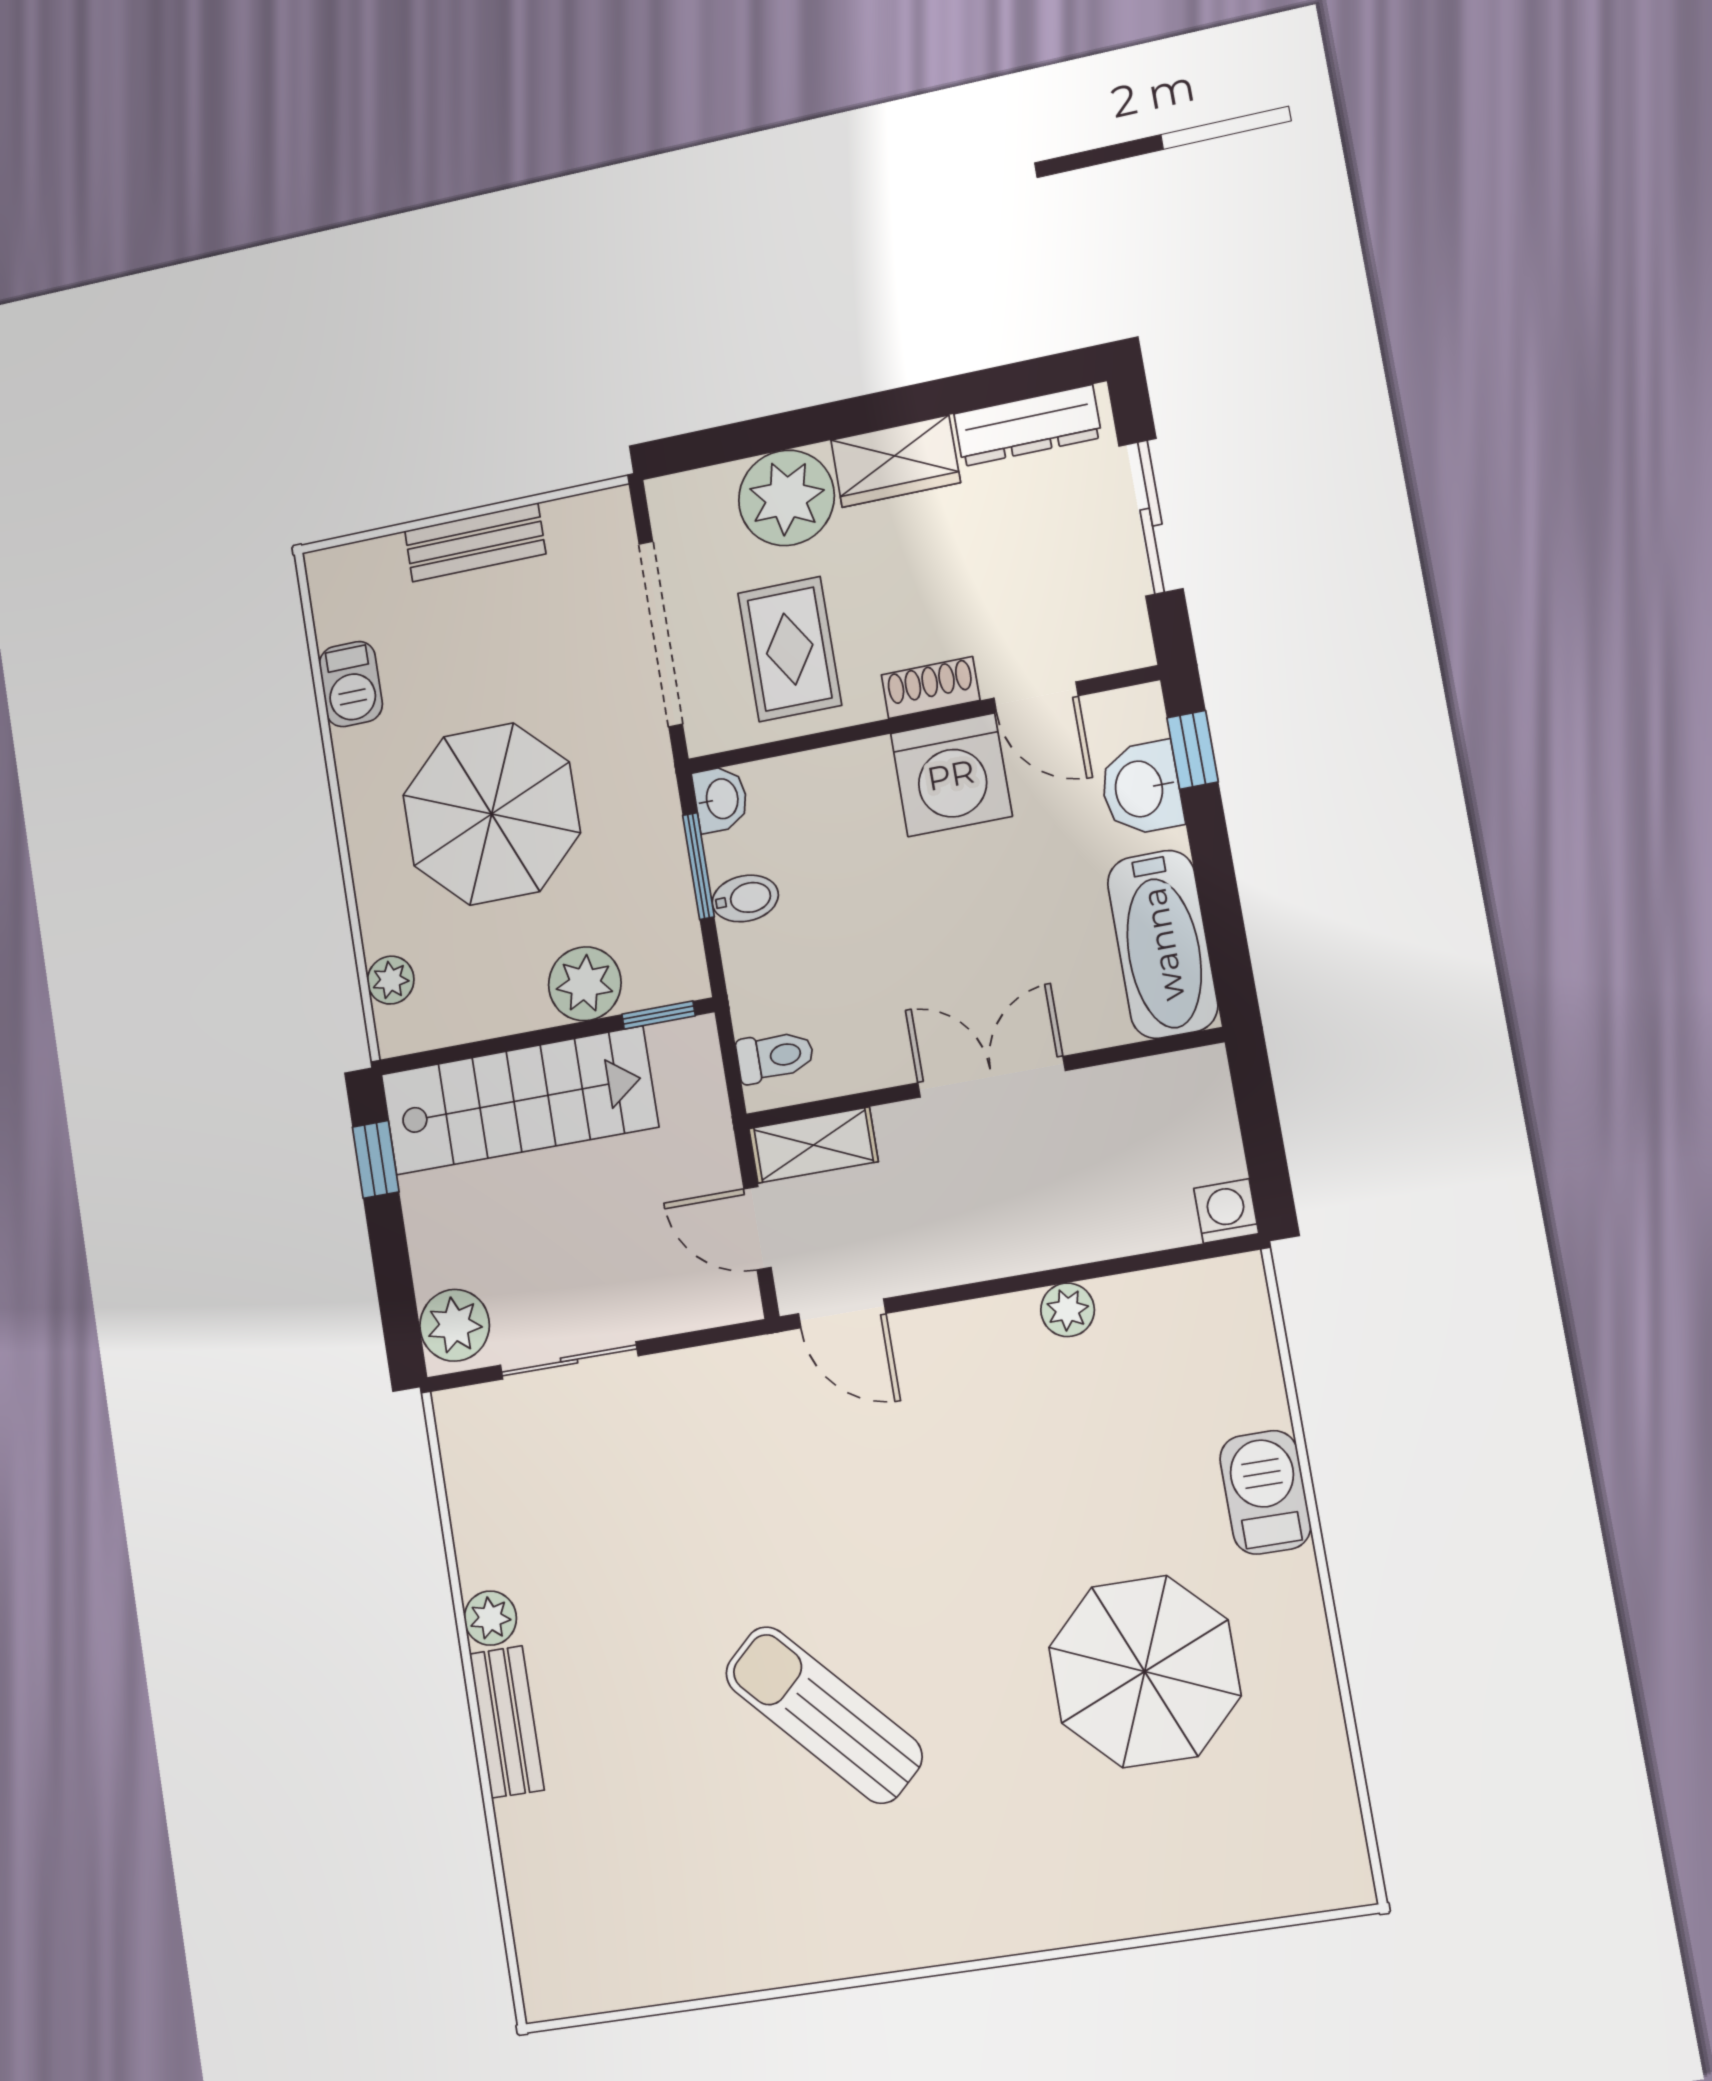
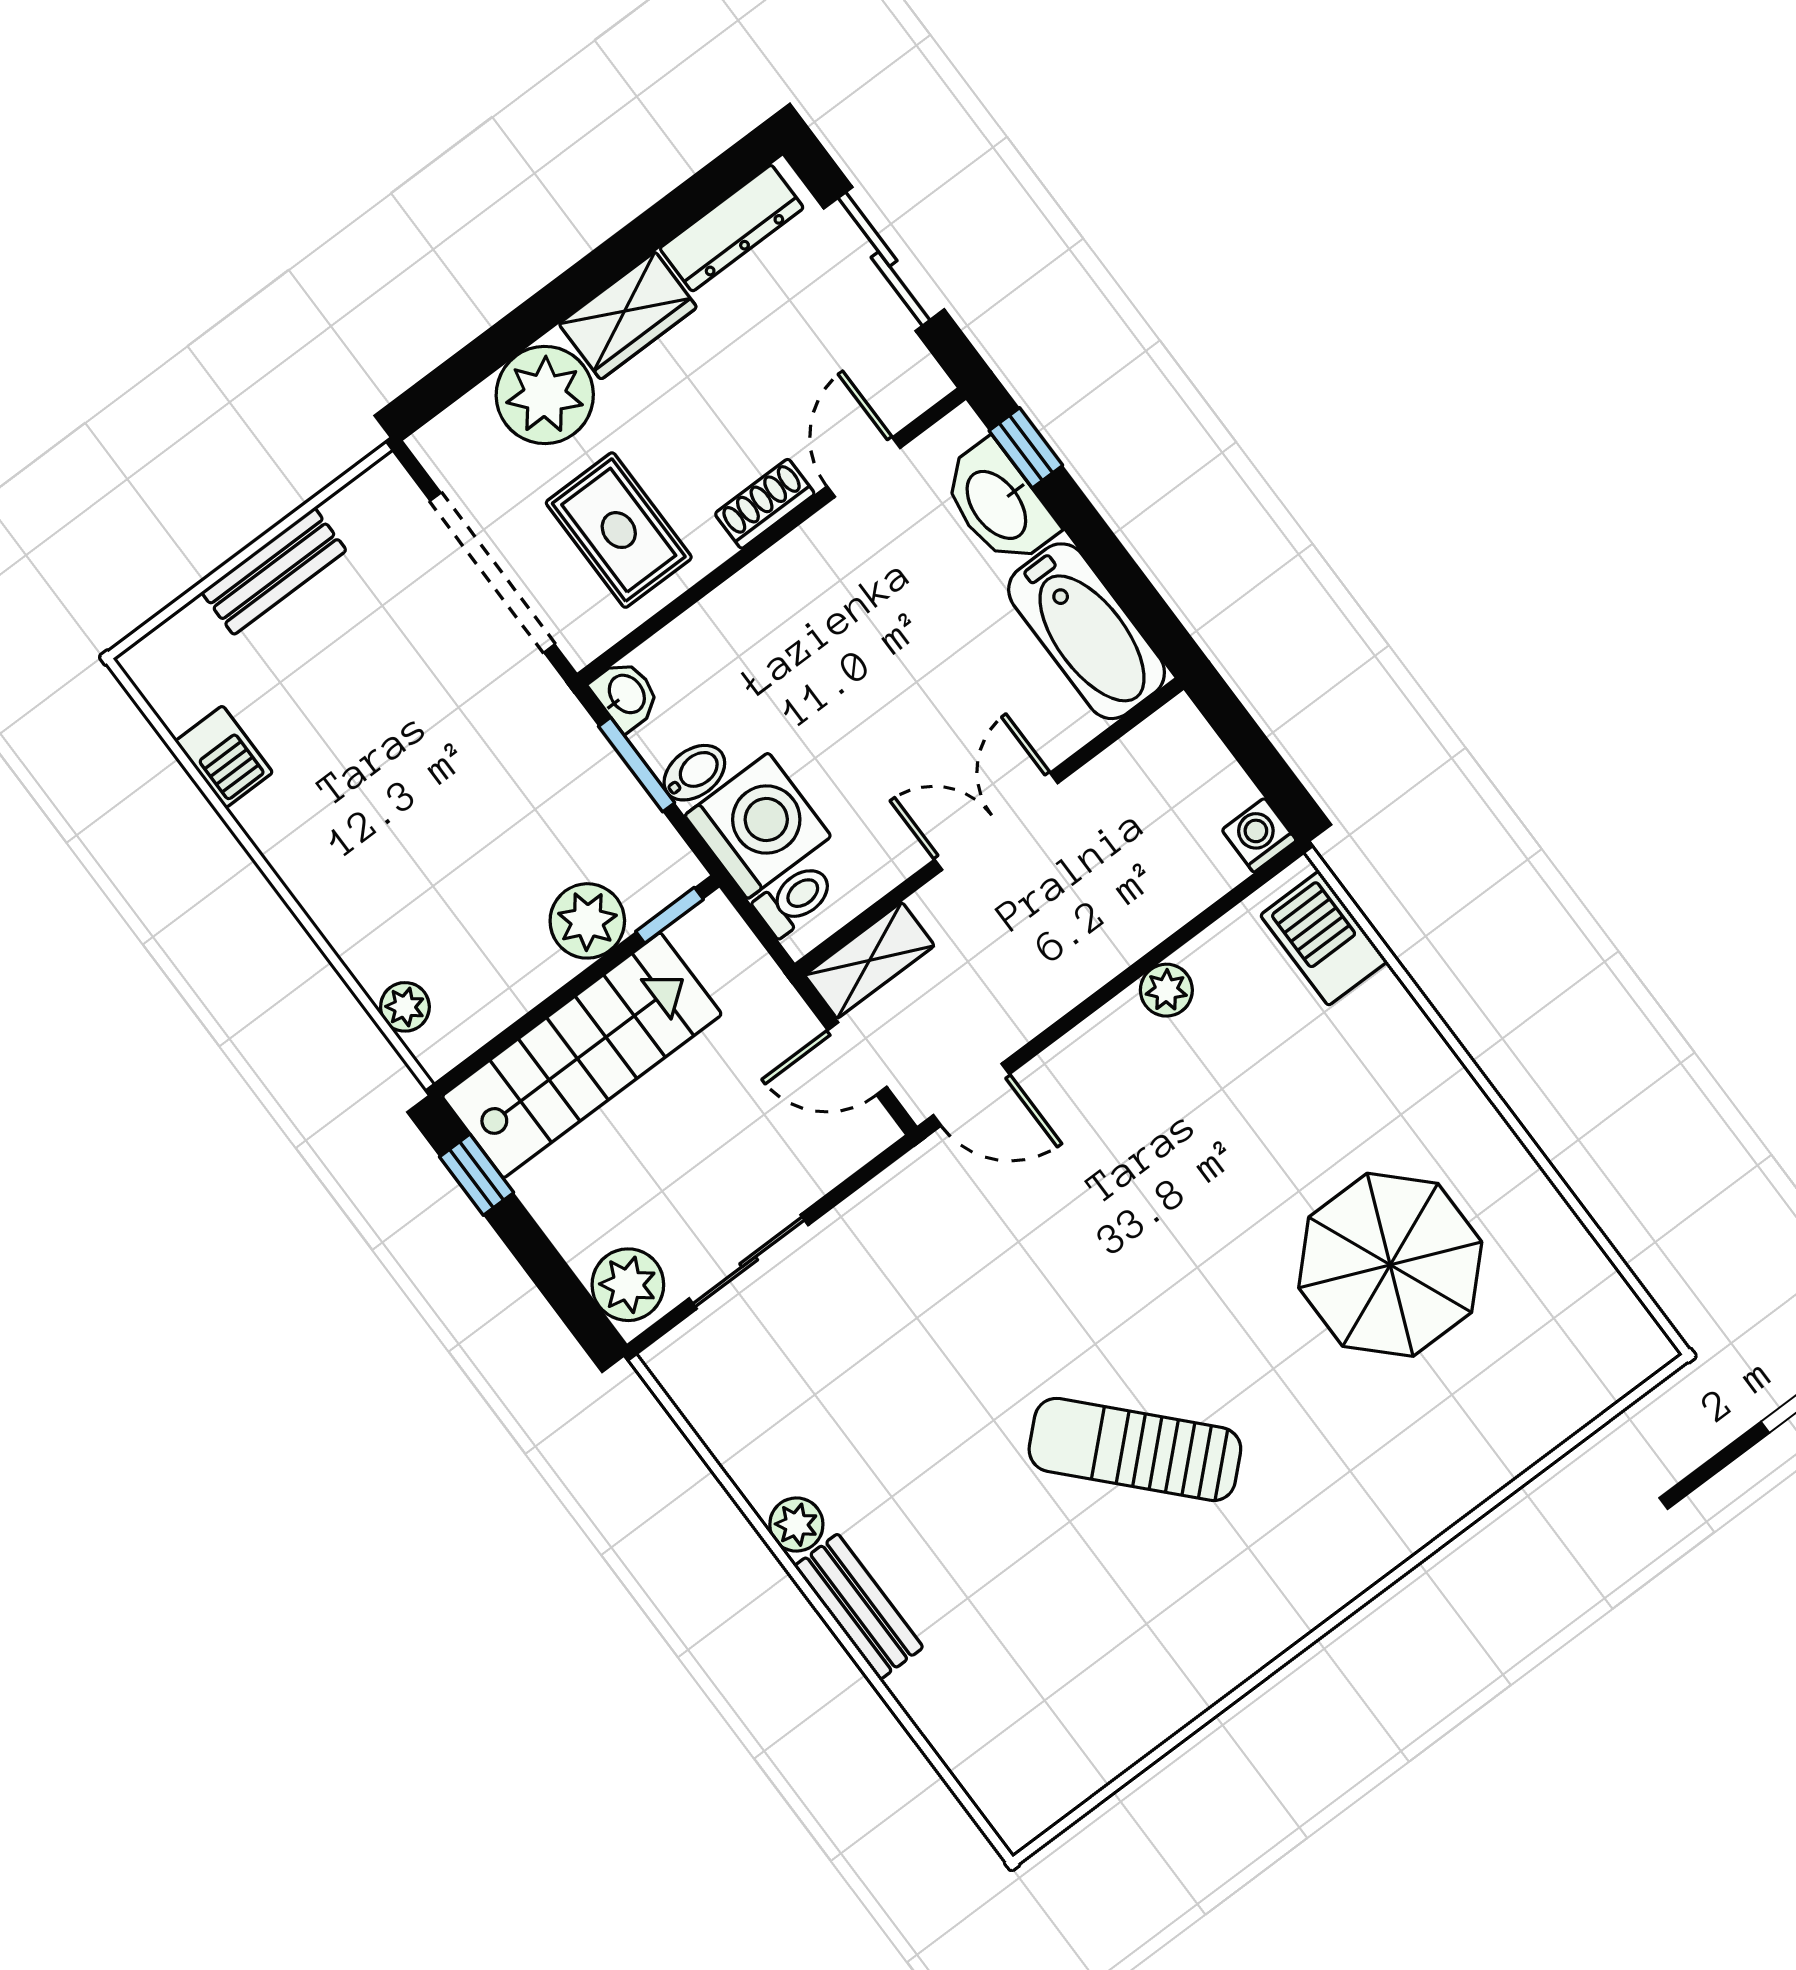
door: (1036, 697) -> (864, 467), swing flipped
washing machine: (951, 775) -> (758, 826), moved, turned -90
washbasin: (1141, 789) -> (998, 504), width x1.38
parasol: (492, 814) -> (420, 811), removed
barbecue: (1265, 1492) -> (1324, 938), moved

